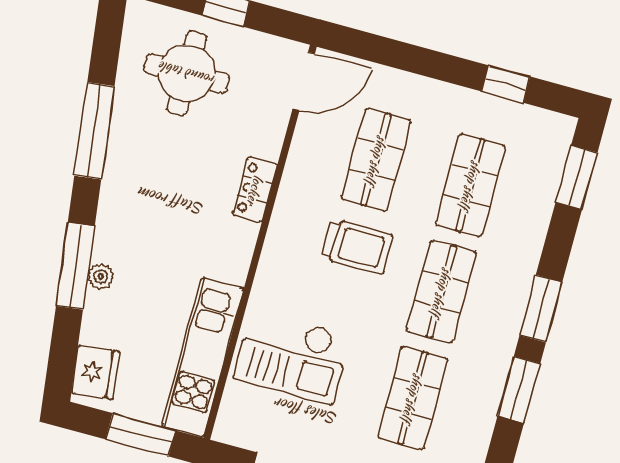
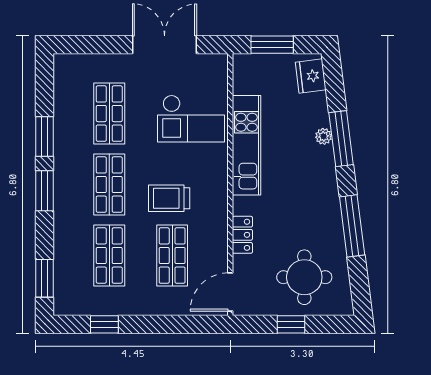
locker: (255, 190) -> (242, 235), moved
checkout: (292, 357) -> (191, 119), turned 180
kitchen unit: (203, 358) -> (247, 145), moved

